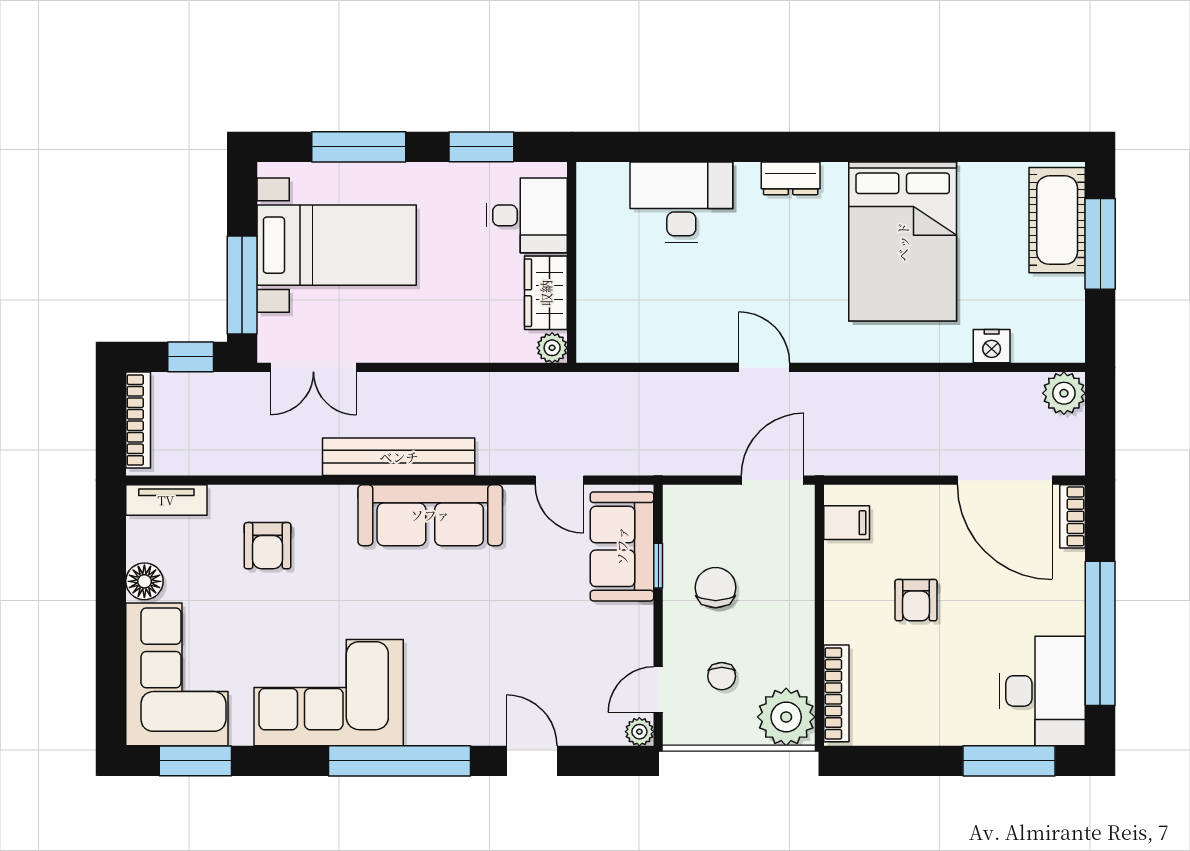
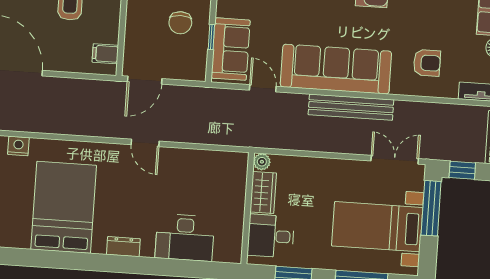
sofa: (430, 515) -> (336, 69), width x1.36, depth x1.27
armchair: (268, 546) -> (427, 63), turned 90

